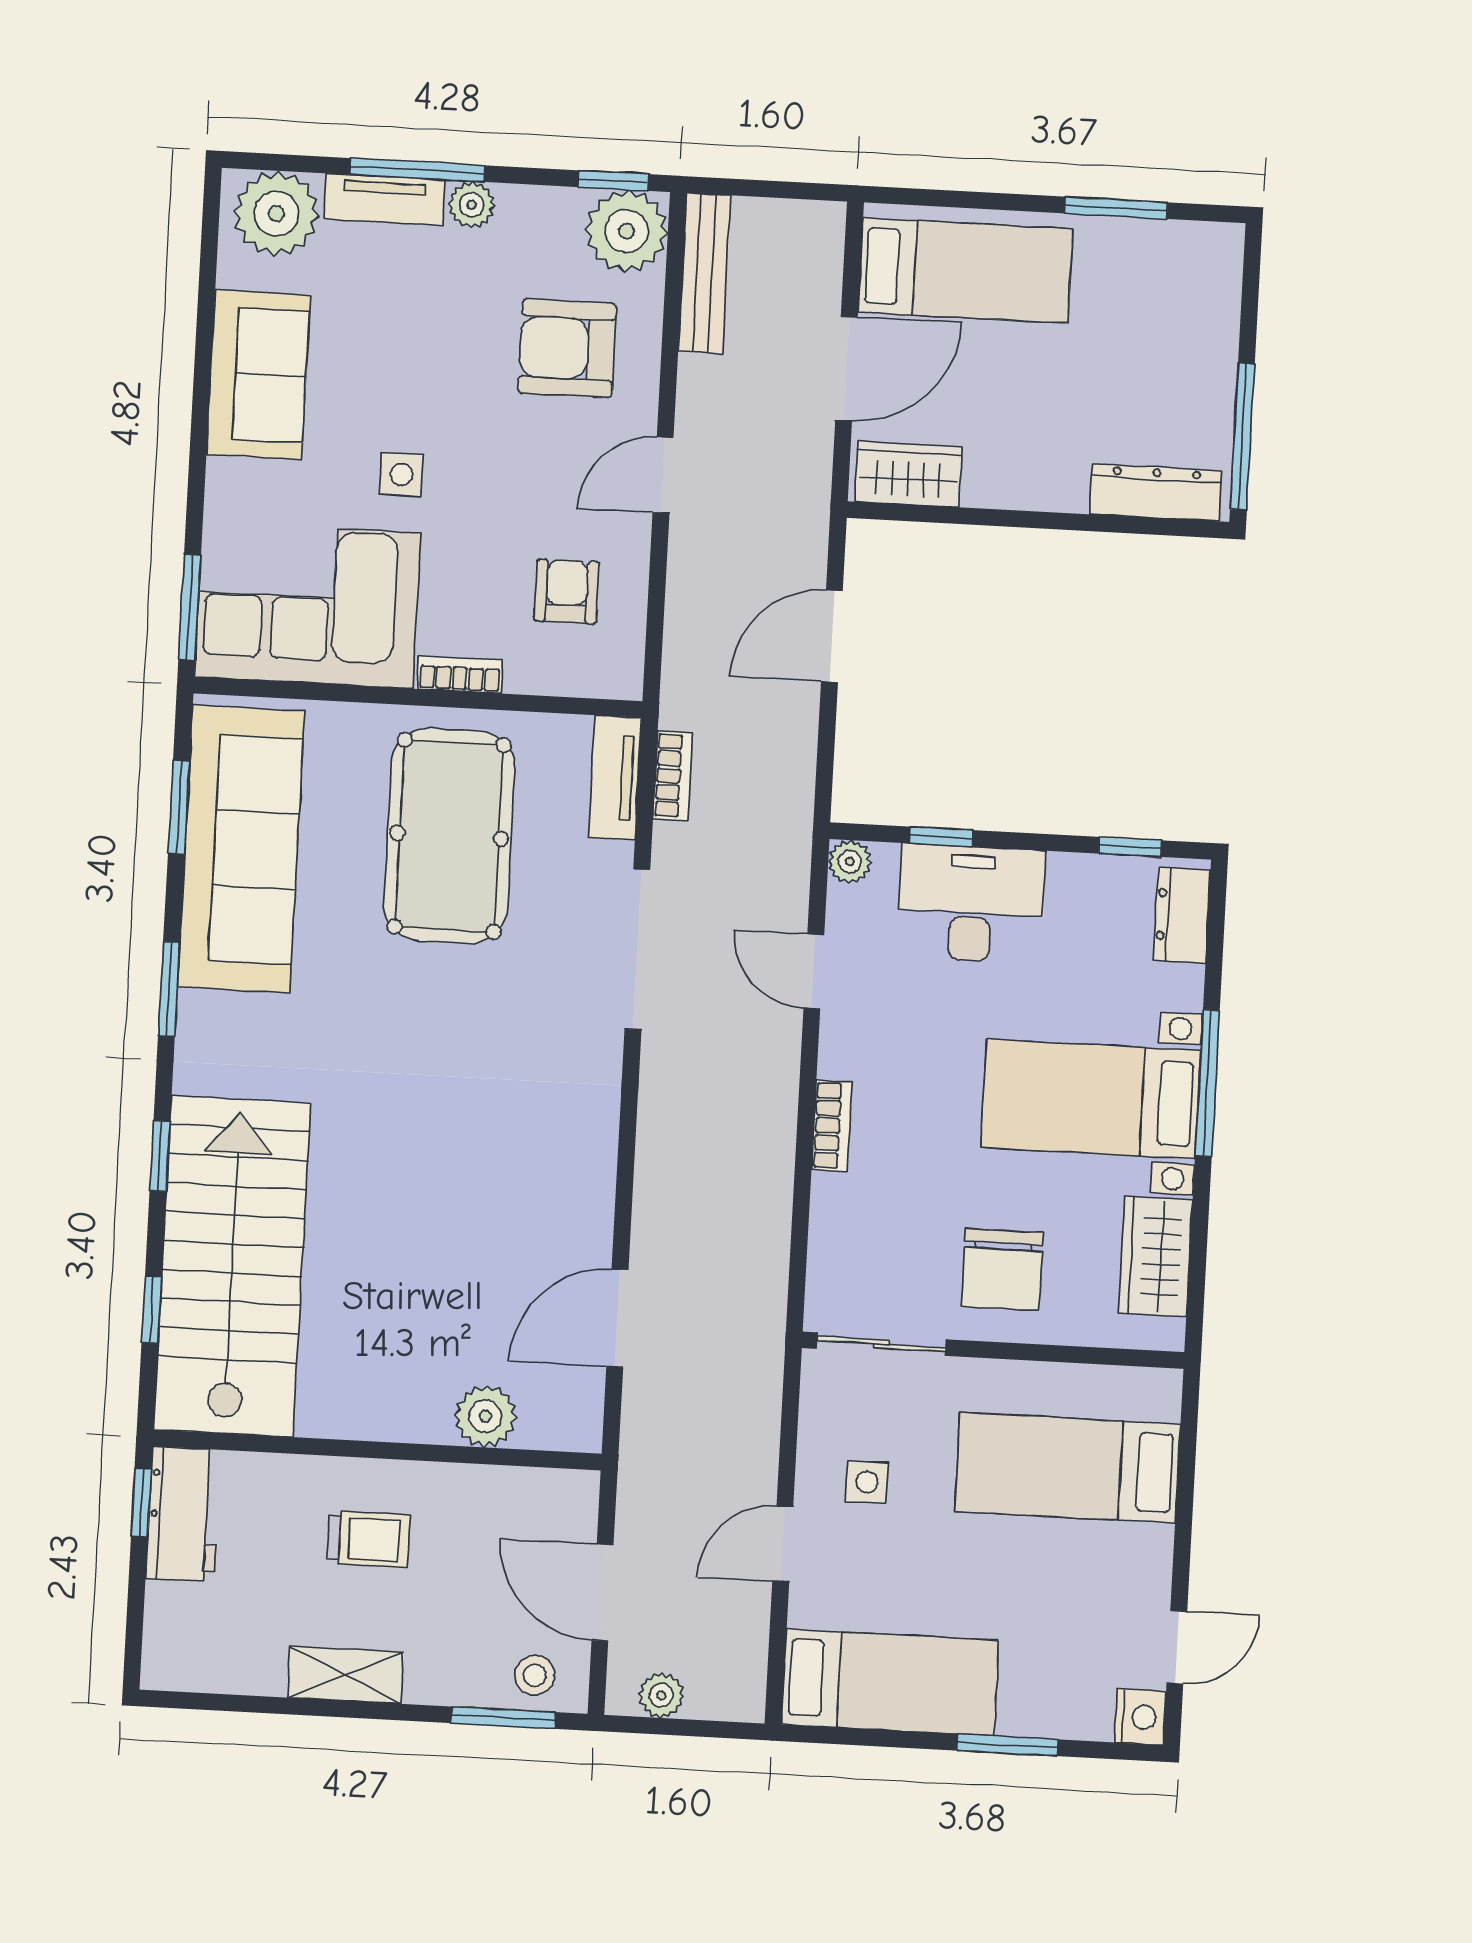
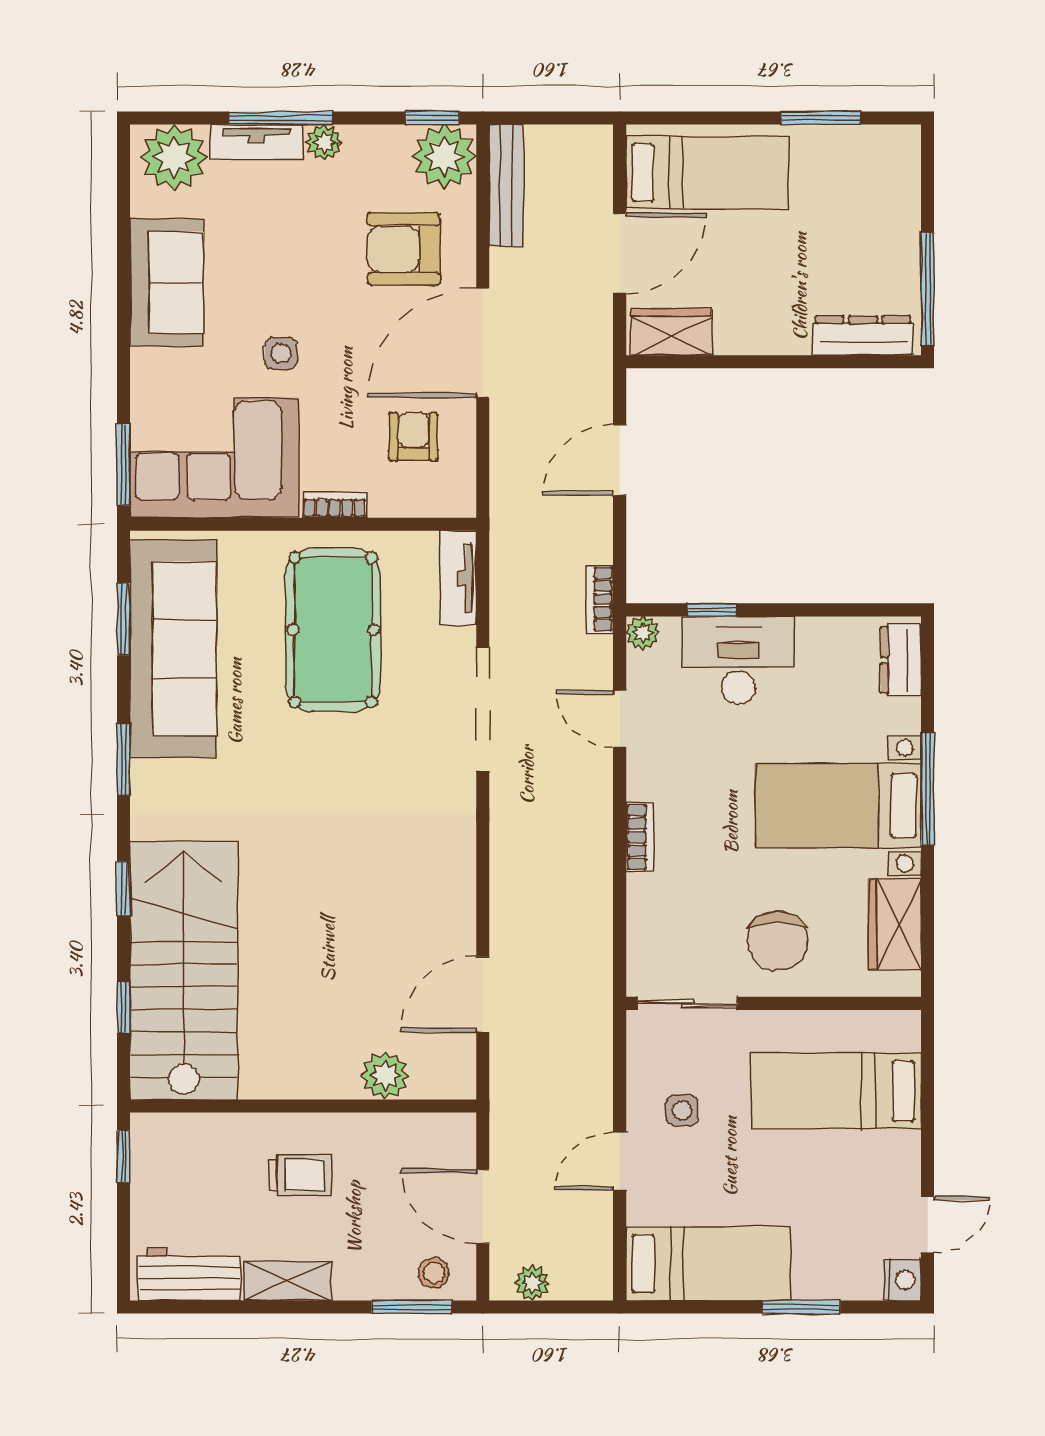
door: (663, 475) -> (483, 343), width x1.87
bookcase: (673, 776) -> (600, 599), moved, turned 180
window: (1130, 847) -> (858, 610), removed
workbench: (183, 1514) -> (190, 1274), moved, turned -90

